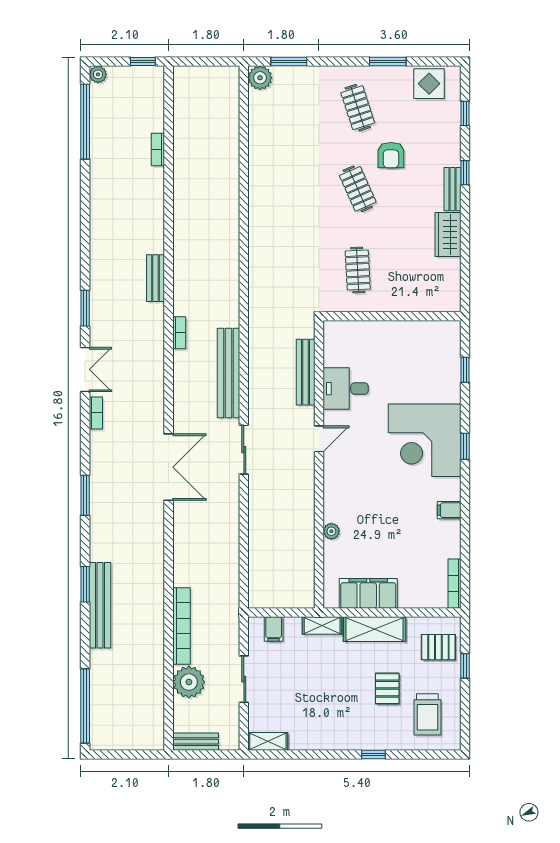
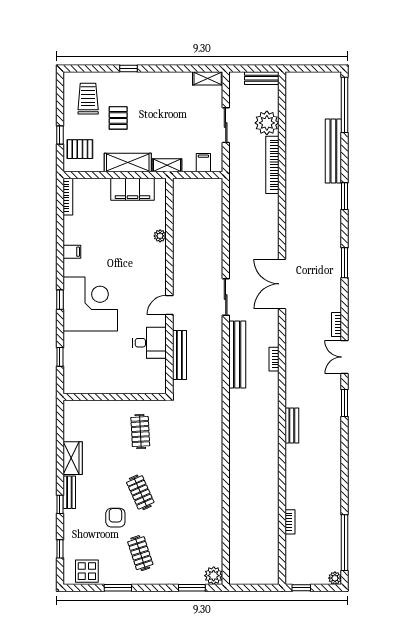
bookcase: (179, 333) -> (274, 359), moved
bench: (100, 605) -> (333, 151), moved

